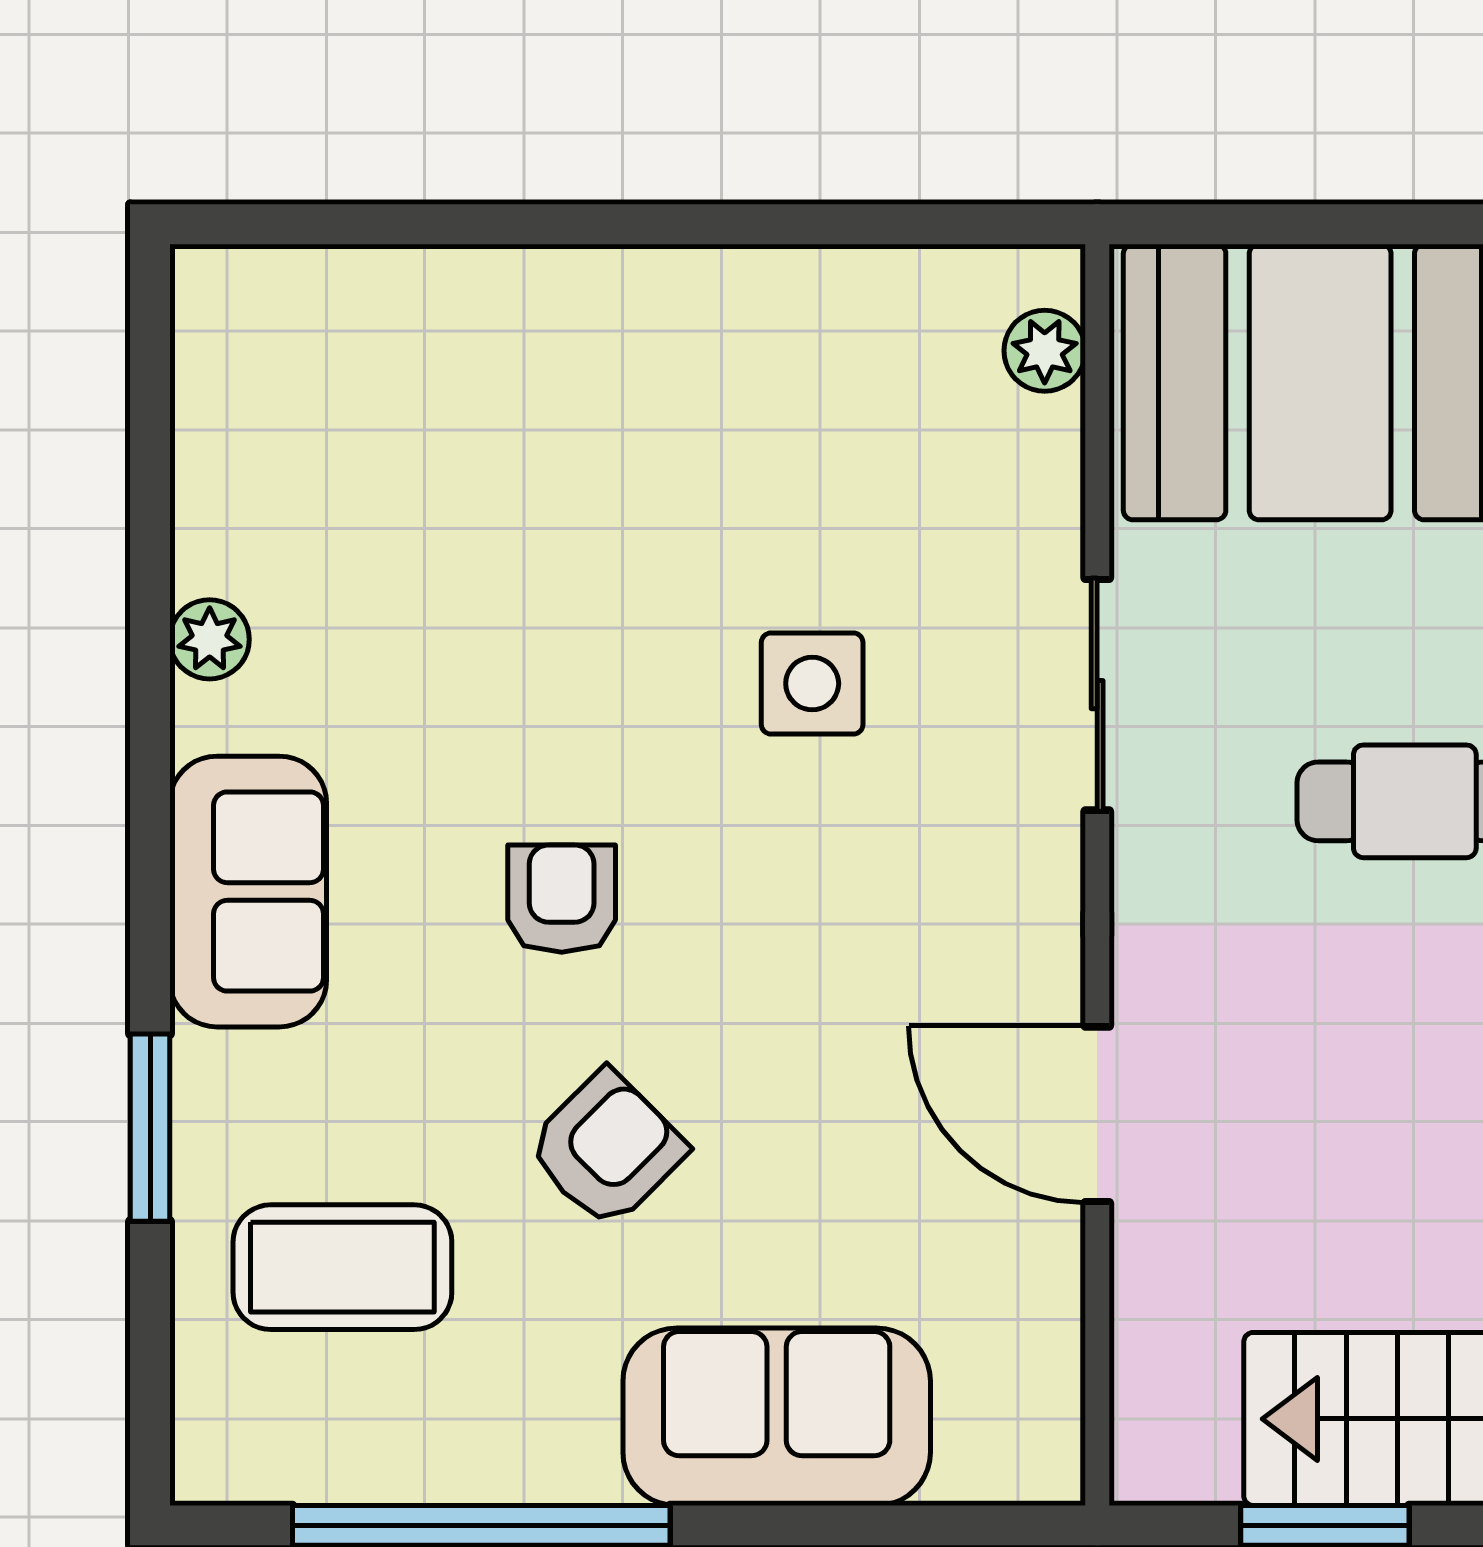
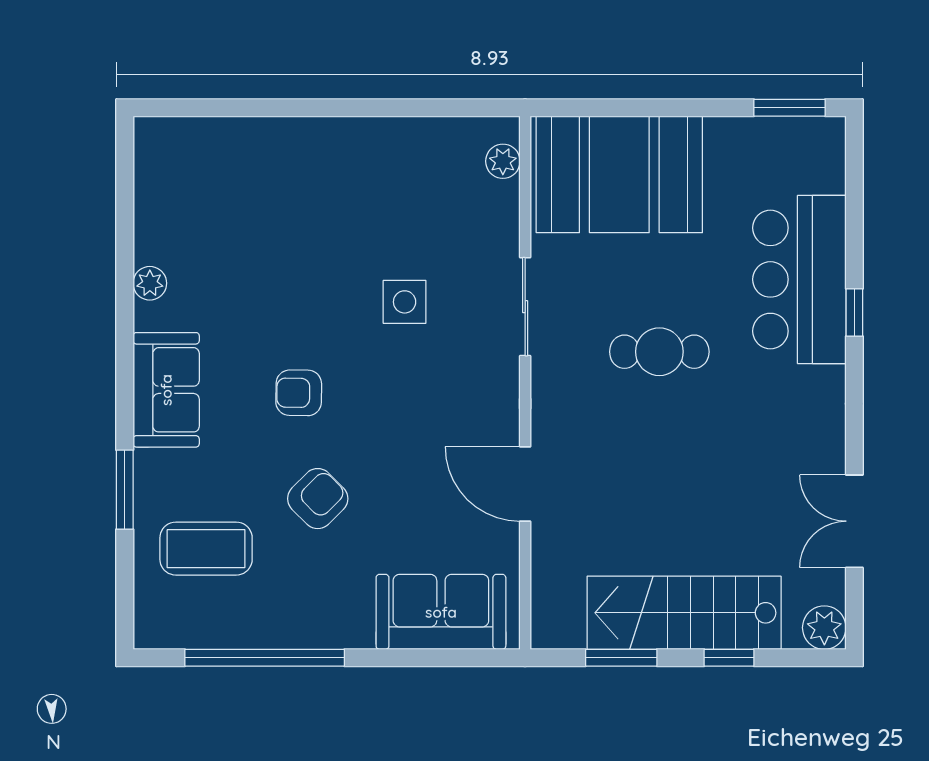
armchair: (562, 899) -> (299, 393), turned -89
sofa: (777, 1417) -> (441, 612), moved

